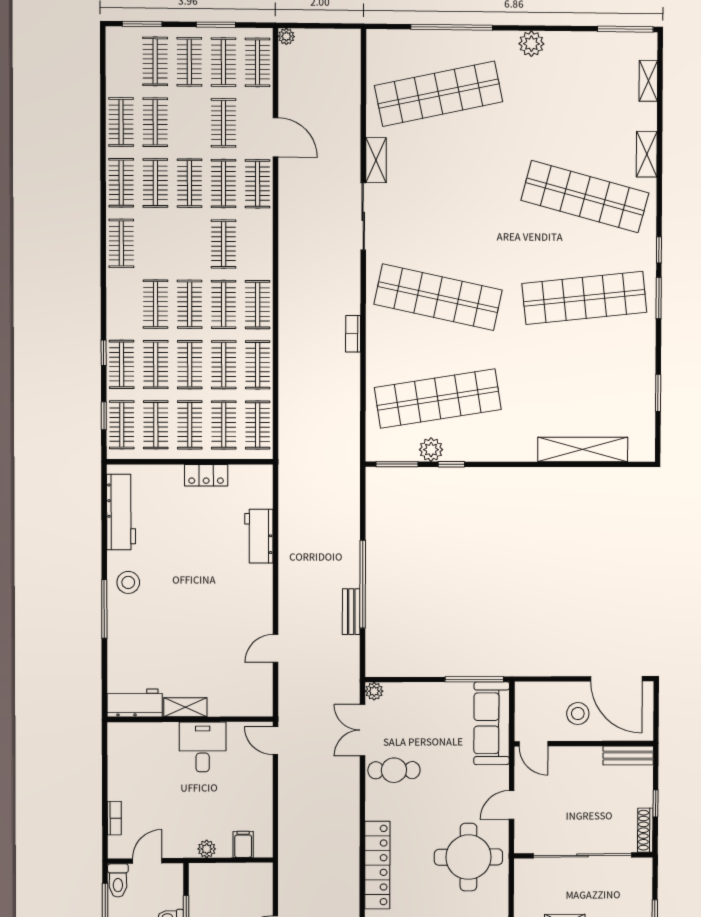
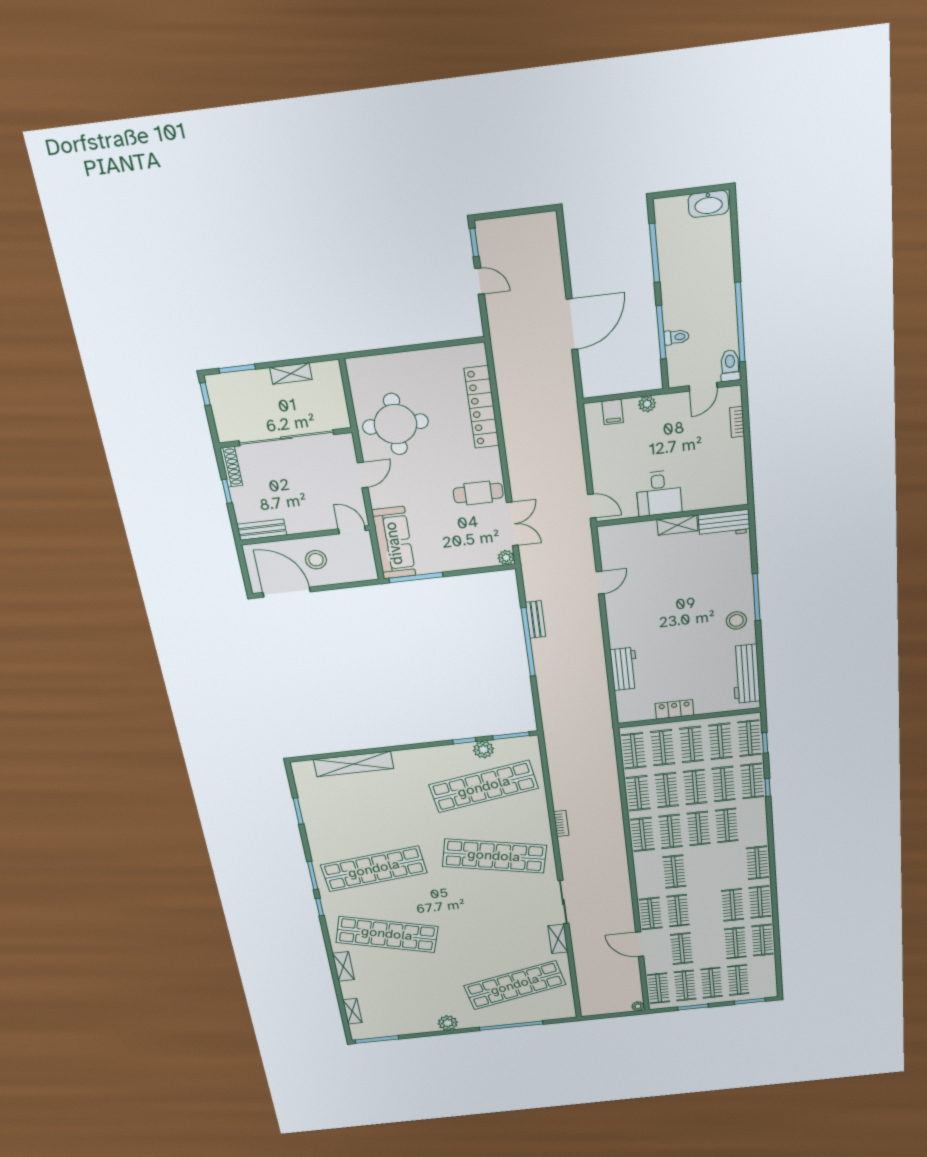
clothes rail: (189, 183) -> (705, 908), removed

